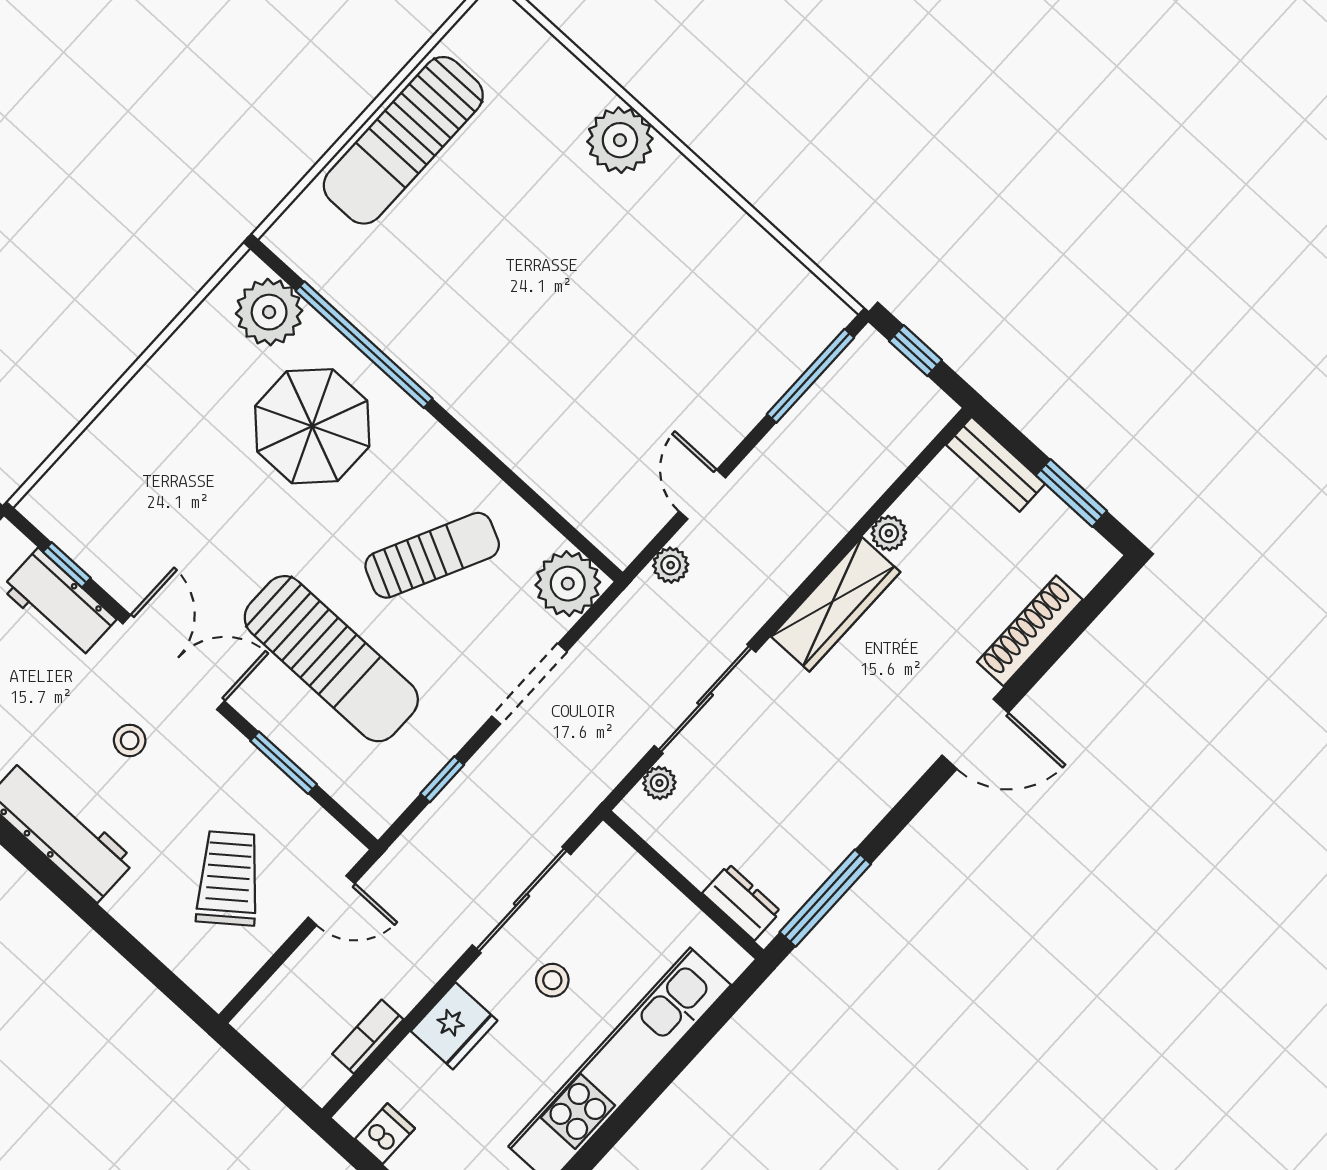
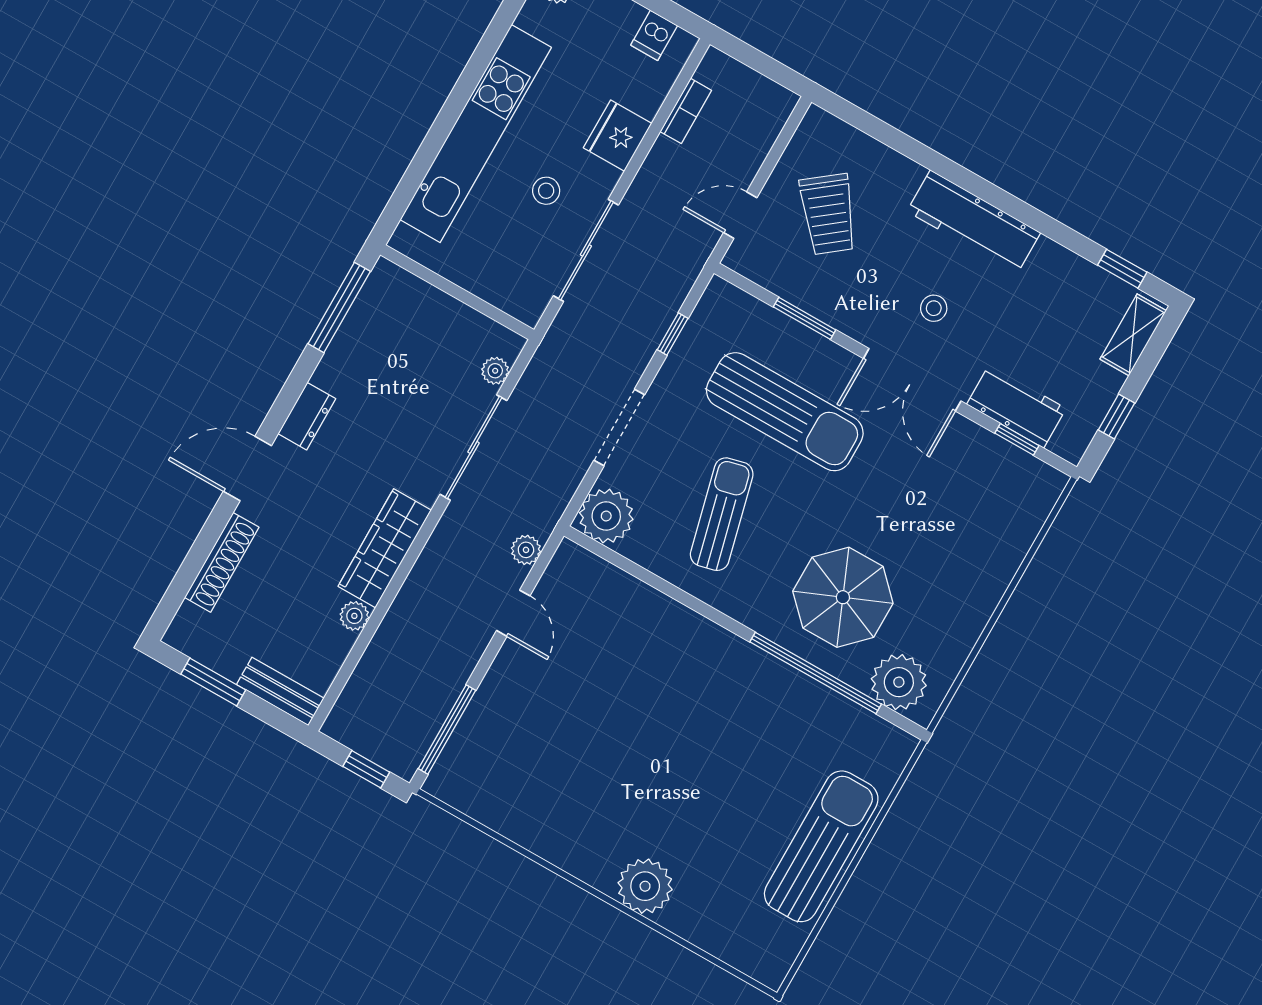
sun lounger: (432, 555) -> (722, 514), turned 140
sun lounger: (331, 659) -> (785, 412), turned 180
dresser: (742, 902) -> (307, 416), moved, turned -90

